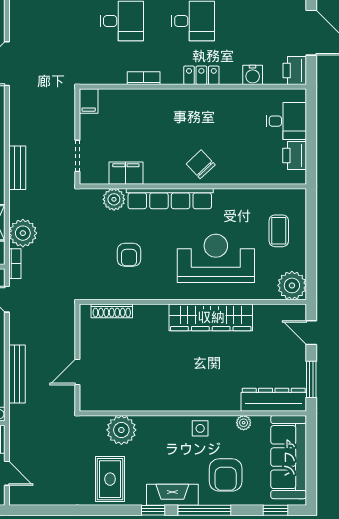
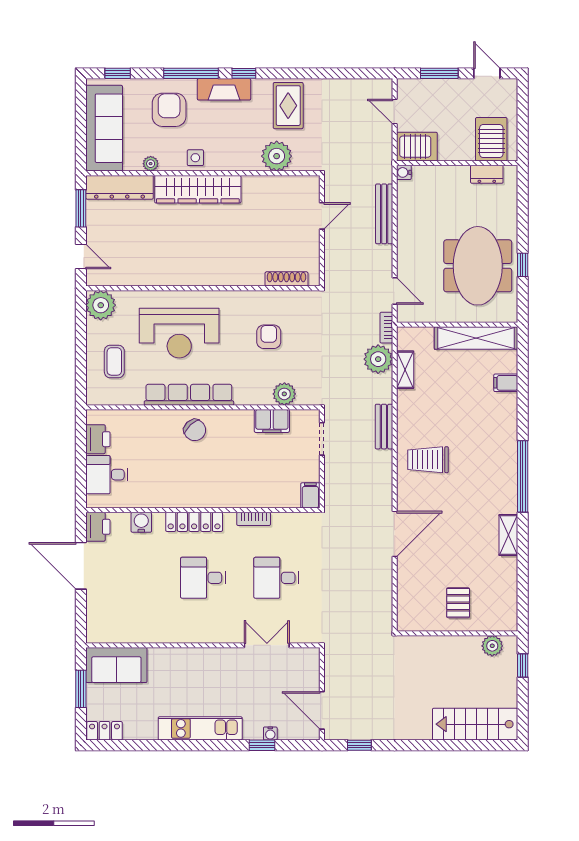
locker: (201, 75) -> (194, 522), width x1.53
row of seats: (170, 199) -> (189, 395), moved
wardrobe: (211, 317) -> (198, 189), moved, turned 180

